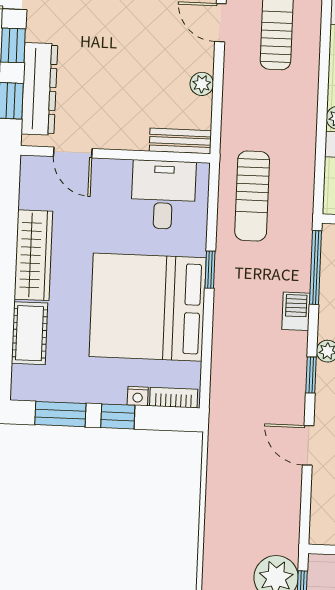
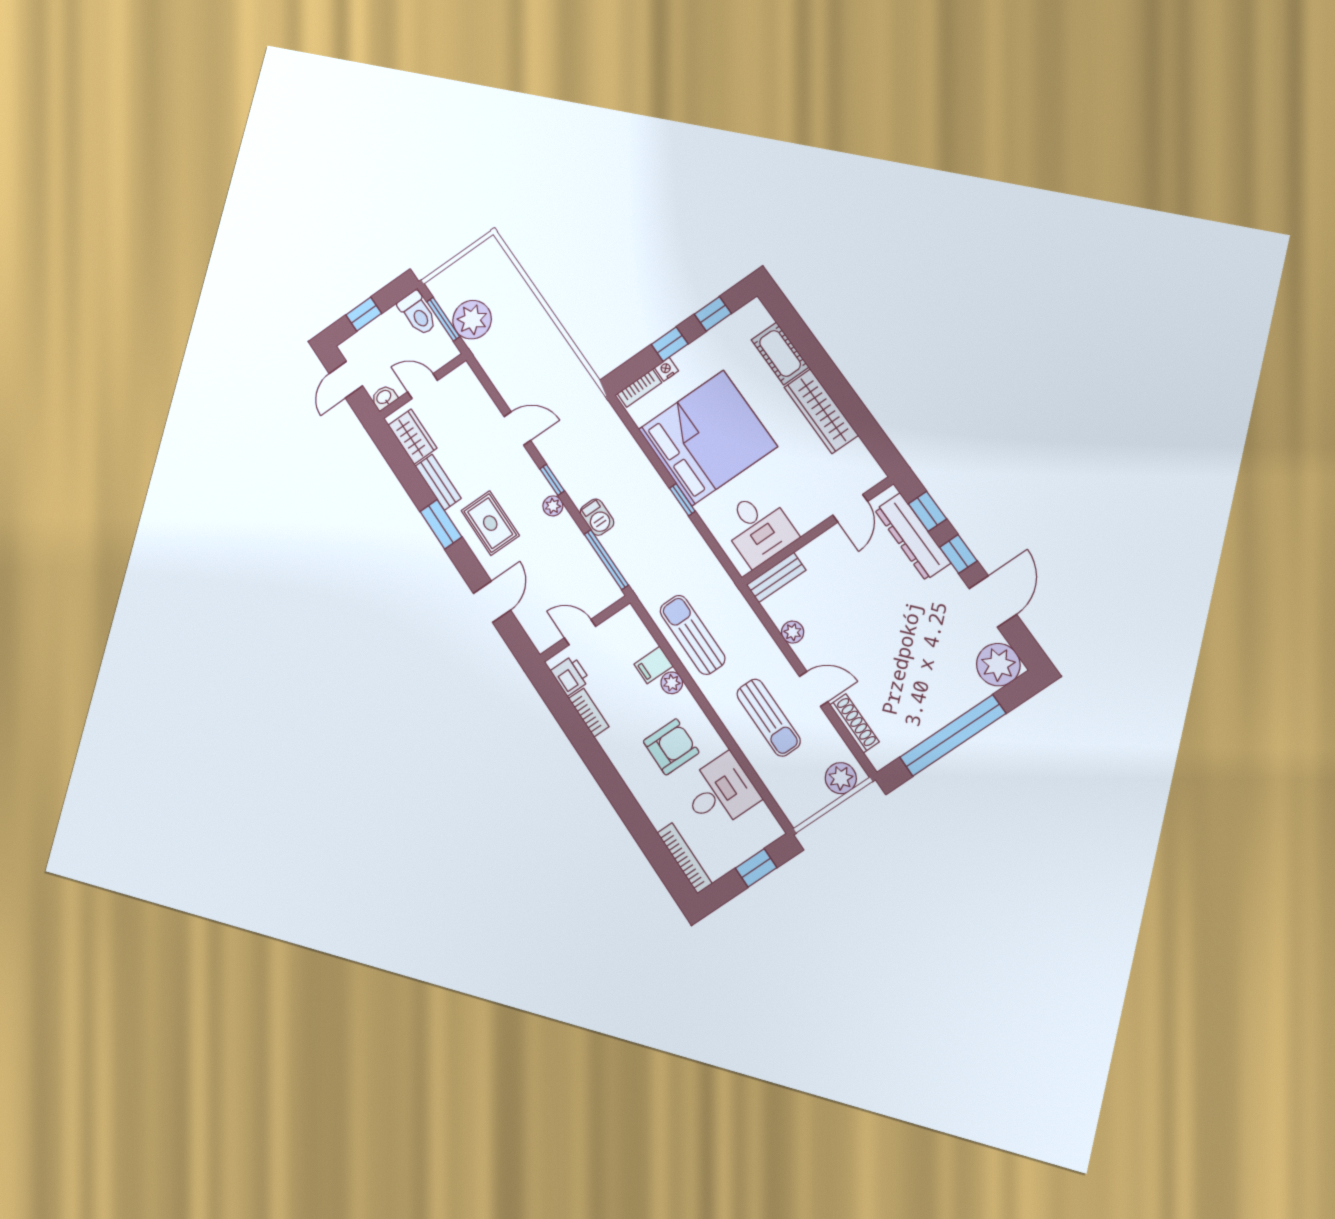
door: (73, 153) -> (850, 508), swing flipped
sun lounger: (252, 196) -> (692, 635), moved
window: (60, 414) -> (713, 314), width x0.67

